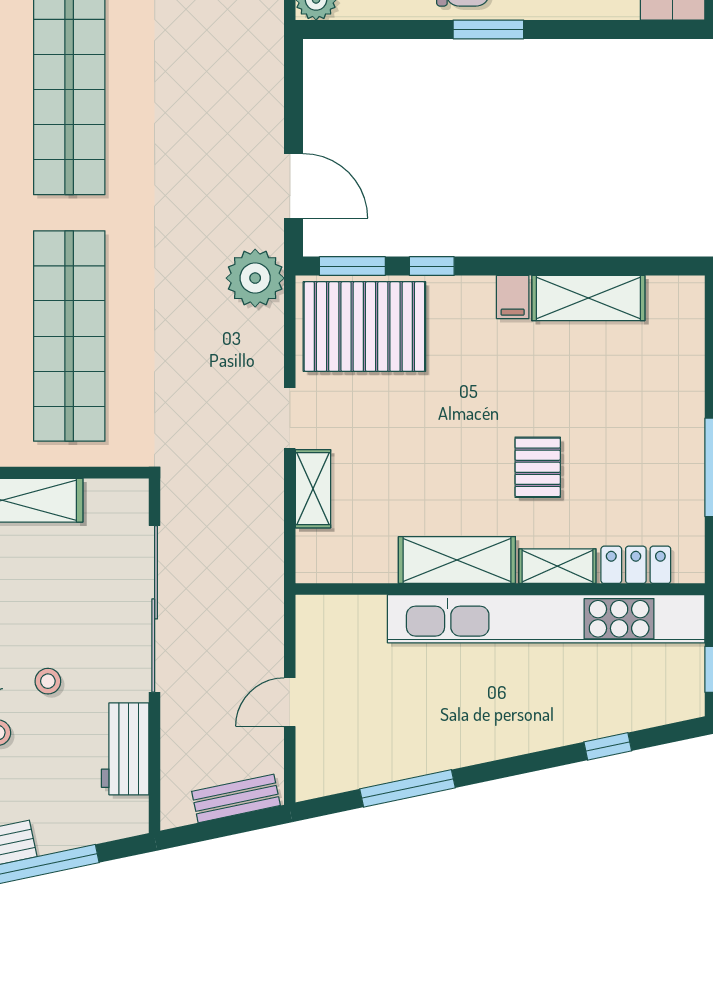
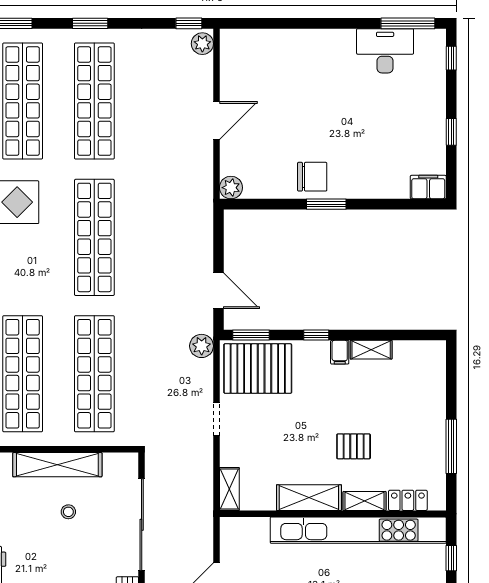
window: (432, 266) -> (316, 335), moved
plant: (255, 278) -> (202, 346), width x0.73, depth x0.73
shelving: (588, 298) -> (371, 350), width x0.67, depth x0.75
pallet: (538, 467) -> (354, 446), turned 90
shelving: (313, 489) -> (229, 489), moved
stool: (48, 681) -> (68, 512), moved

